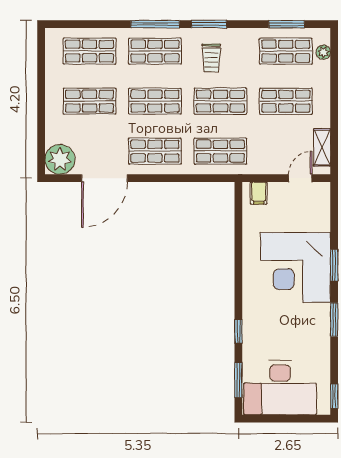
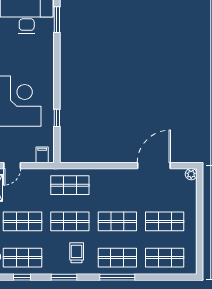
window: (209, 24) -> (64, 277), moved
window: (287, 24) -> (22, 277), width x0.67
shop shelf: (155, 151) -> (117, 185), removed
plant: (60, 159) -> (191, 174), width x0.53, depth x0.53
window: (238, 331) -> (57, 118), moved

